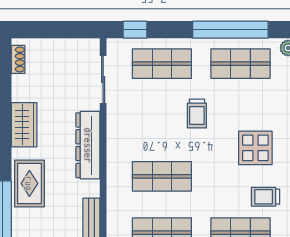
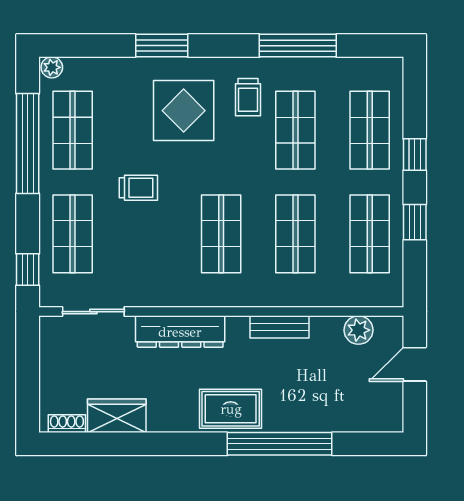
wardrobe: (24, 125) -> (117, 416), moved
display table: (255, 148) -> (184, 111), width x1.36, depth x1.36

